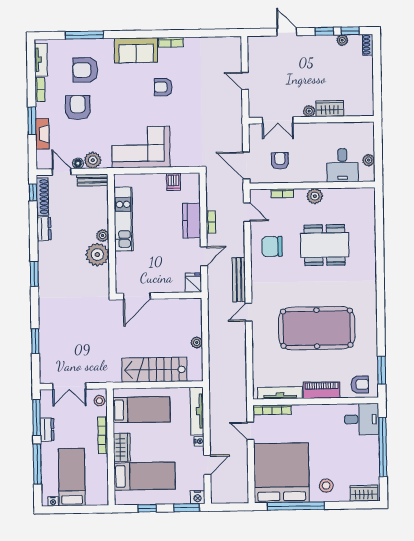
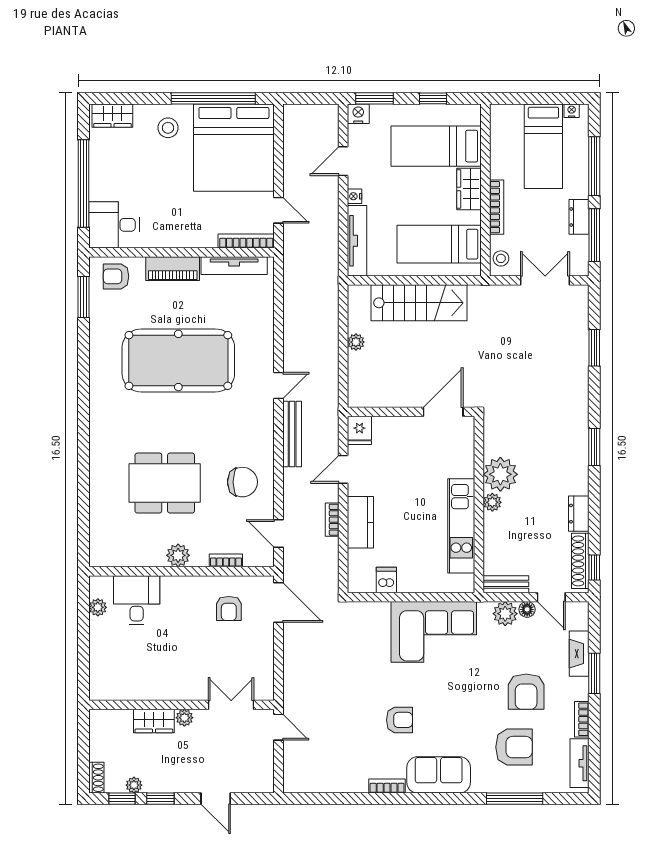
wardrobe: (330, 109) -> (154, 721), moved
plant: (309, 111) -> (184, 718), moved
double door: (278, 120) -> (231, 705), moved
wall: (311, 120) -> (182, 705), moved

